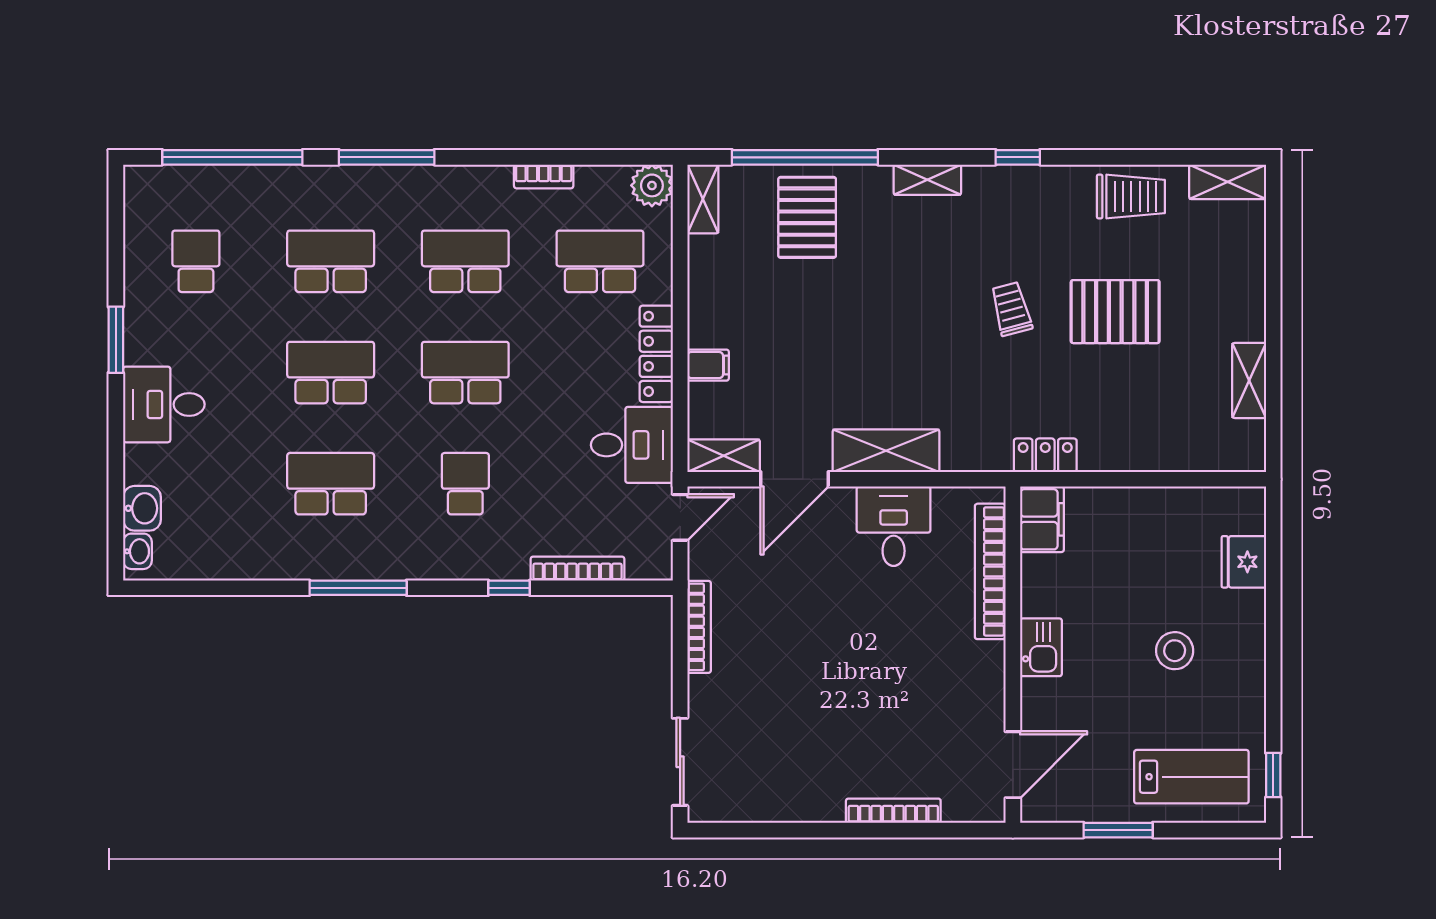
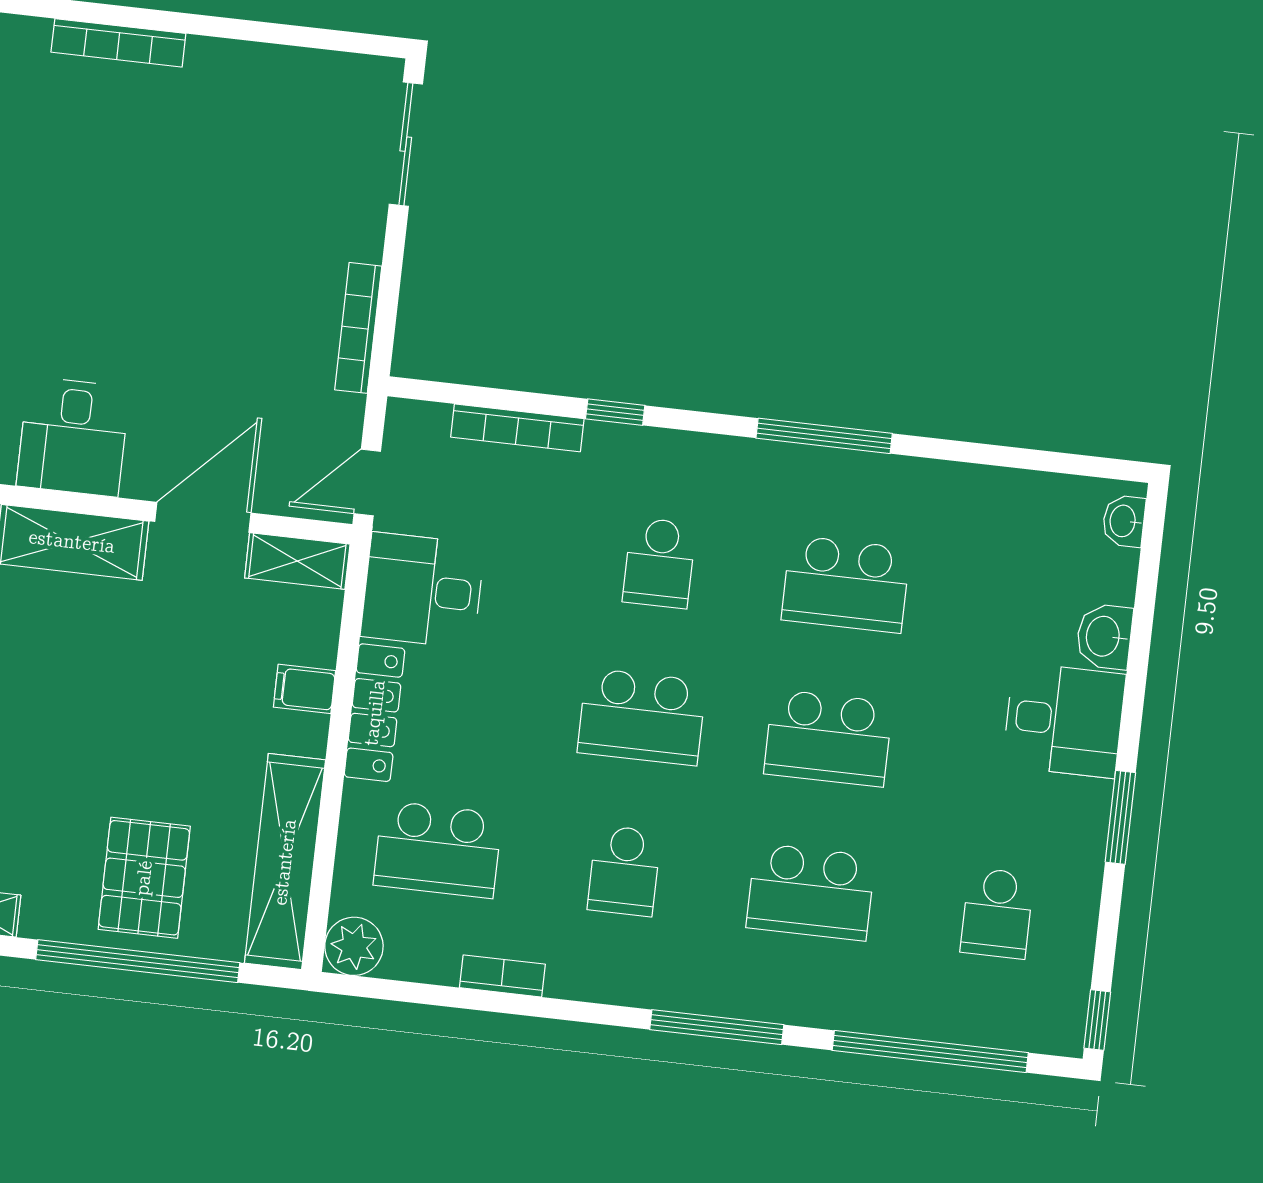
window: (116, 193) -> (1097, 1020), added
shelving: (703, 199) -> (285, 862), width x2.20, depth x1.33
school desk: (465, 261) -> (624, 871), width x0.54
washbasin: (142, 508) -> (1104, 636), moved

